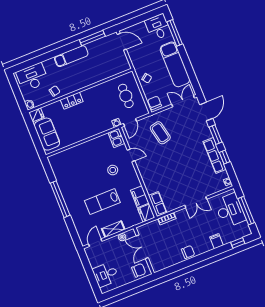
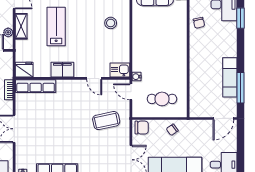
exam couch: (71, 56) -> (230, 77), moved
window: (38, 60) -> (240, 18), added
locker: (72, 101) -> (181, 37), removed
door: (131, 155) -> (94, 78), hinge flipped
stool: (113, 170) -> (111, 23), moved
filing cabinet: (140, 197) -> (62, 70), moved
row of seats: (158, 204) -> (36, 86), width x1.48

